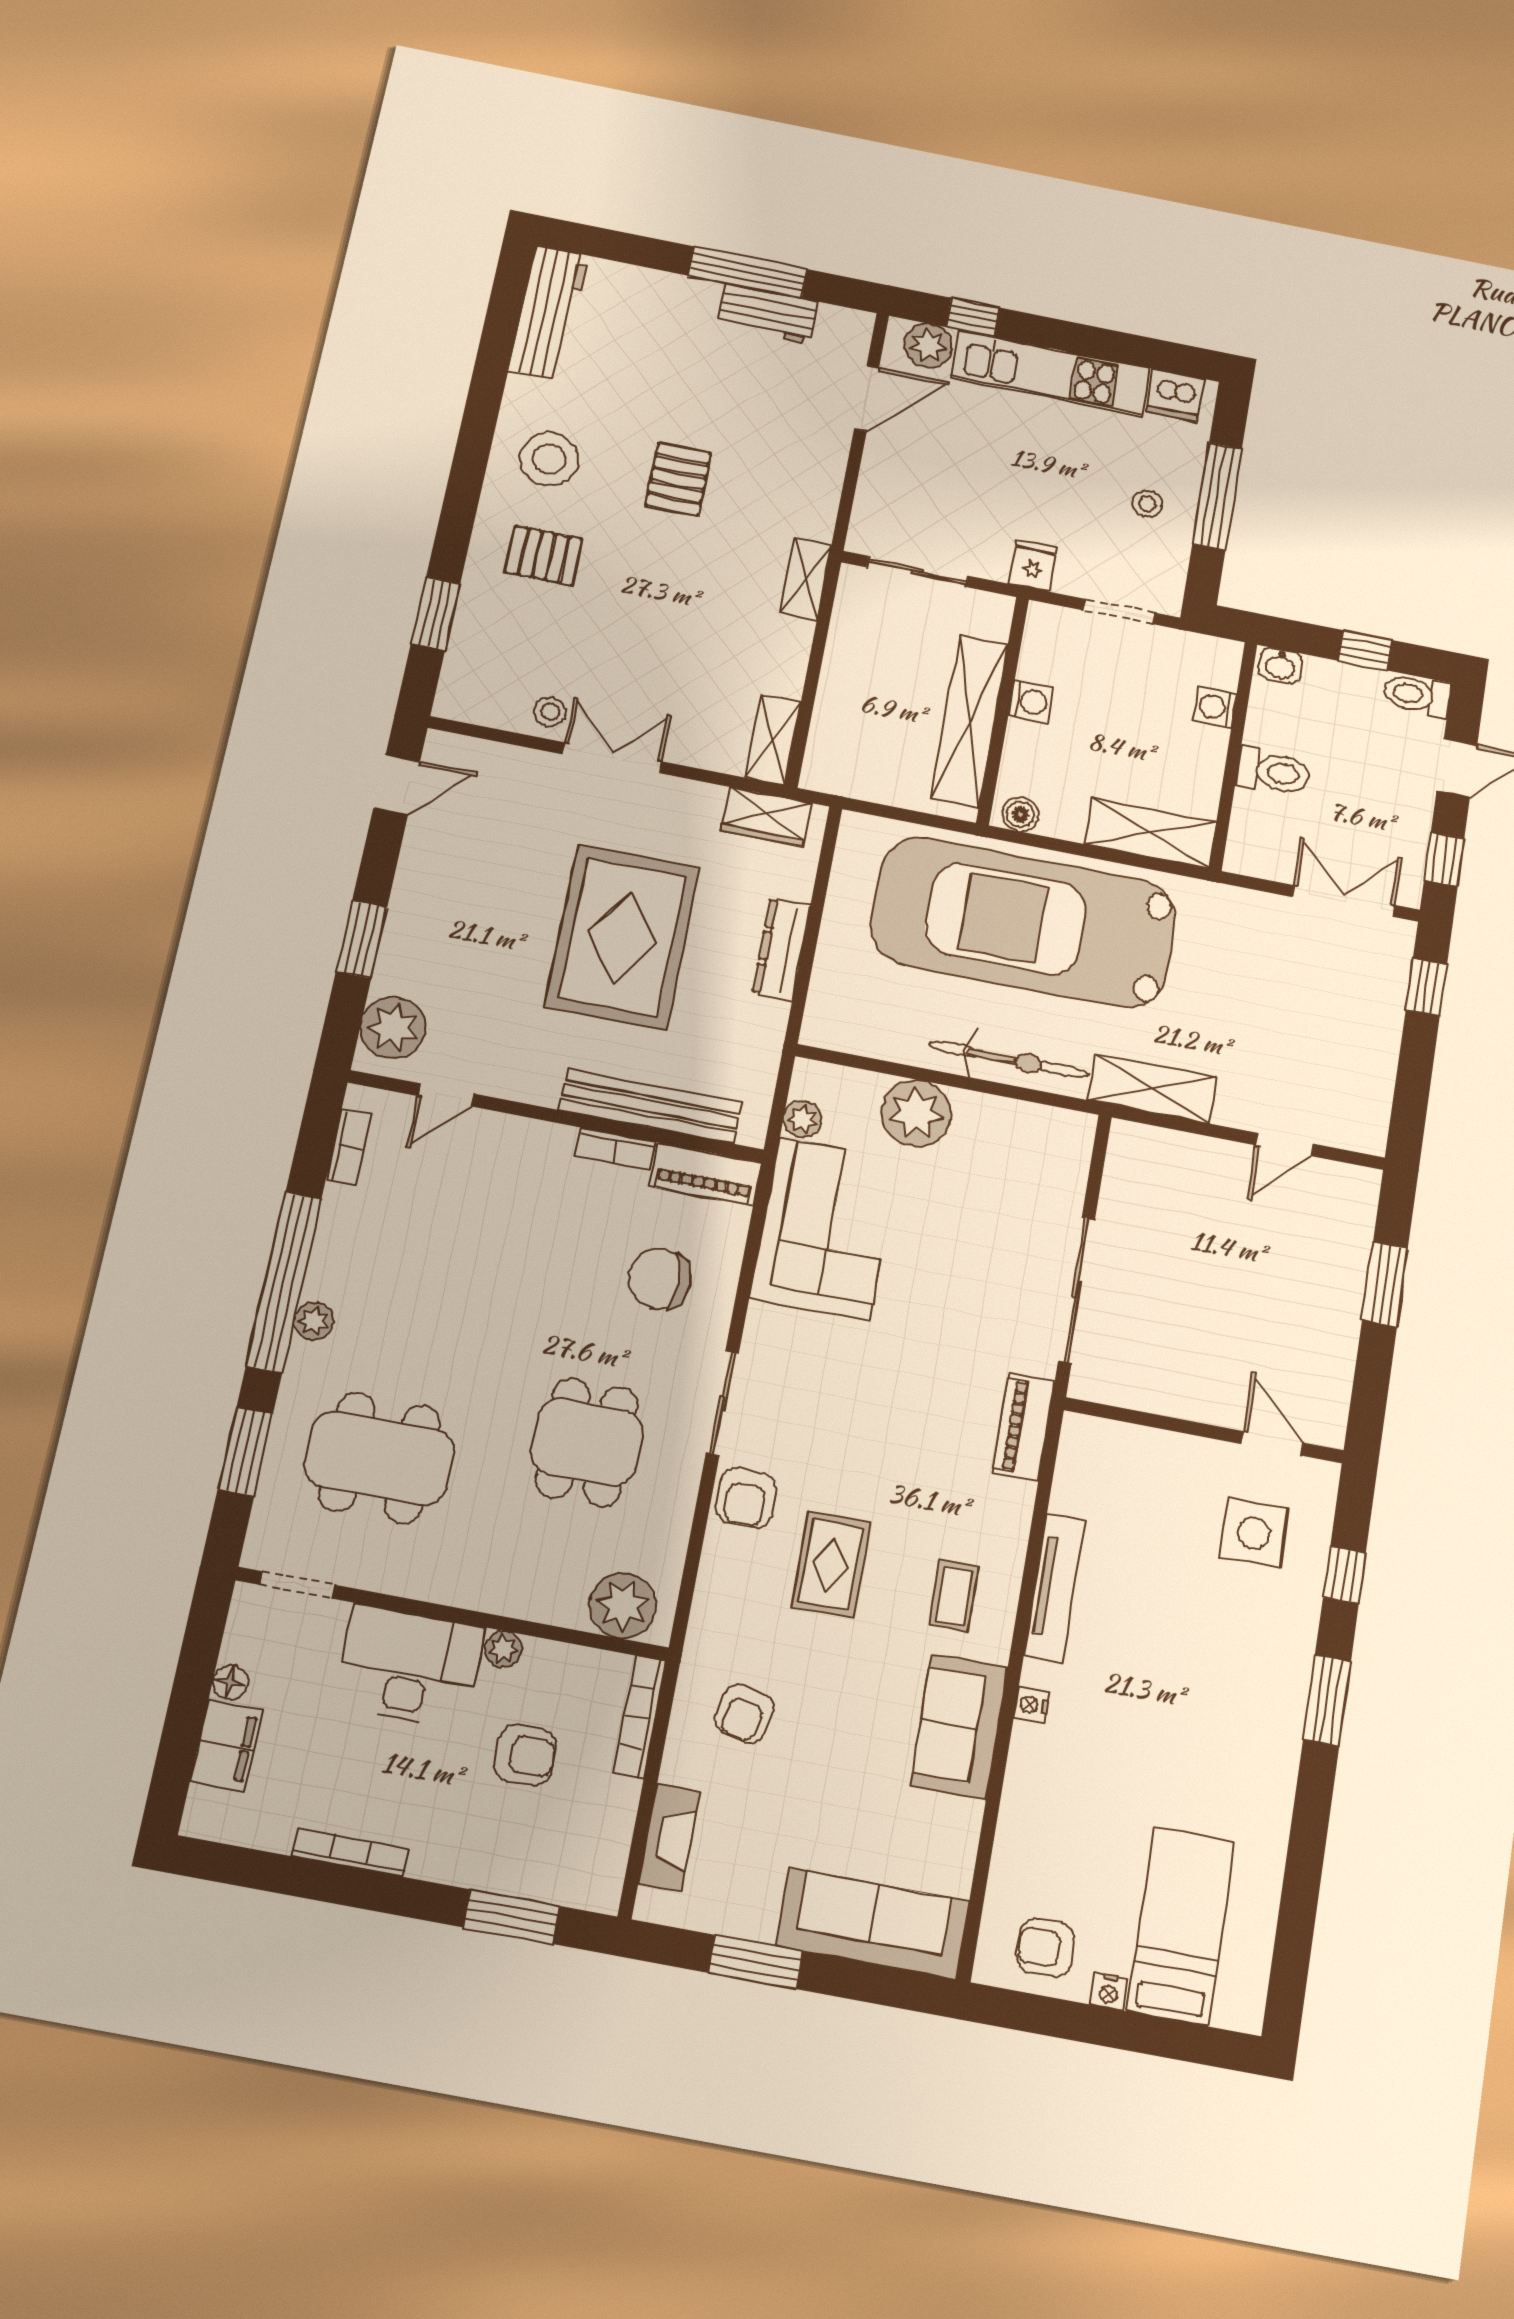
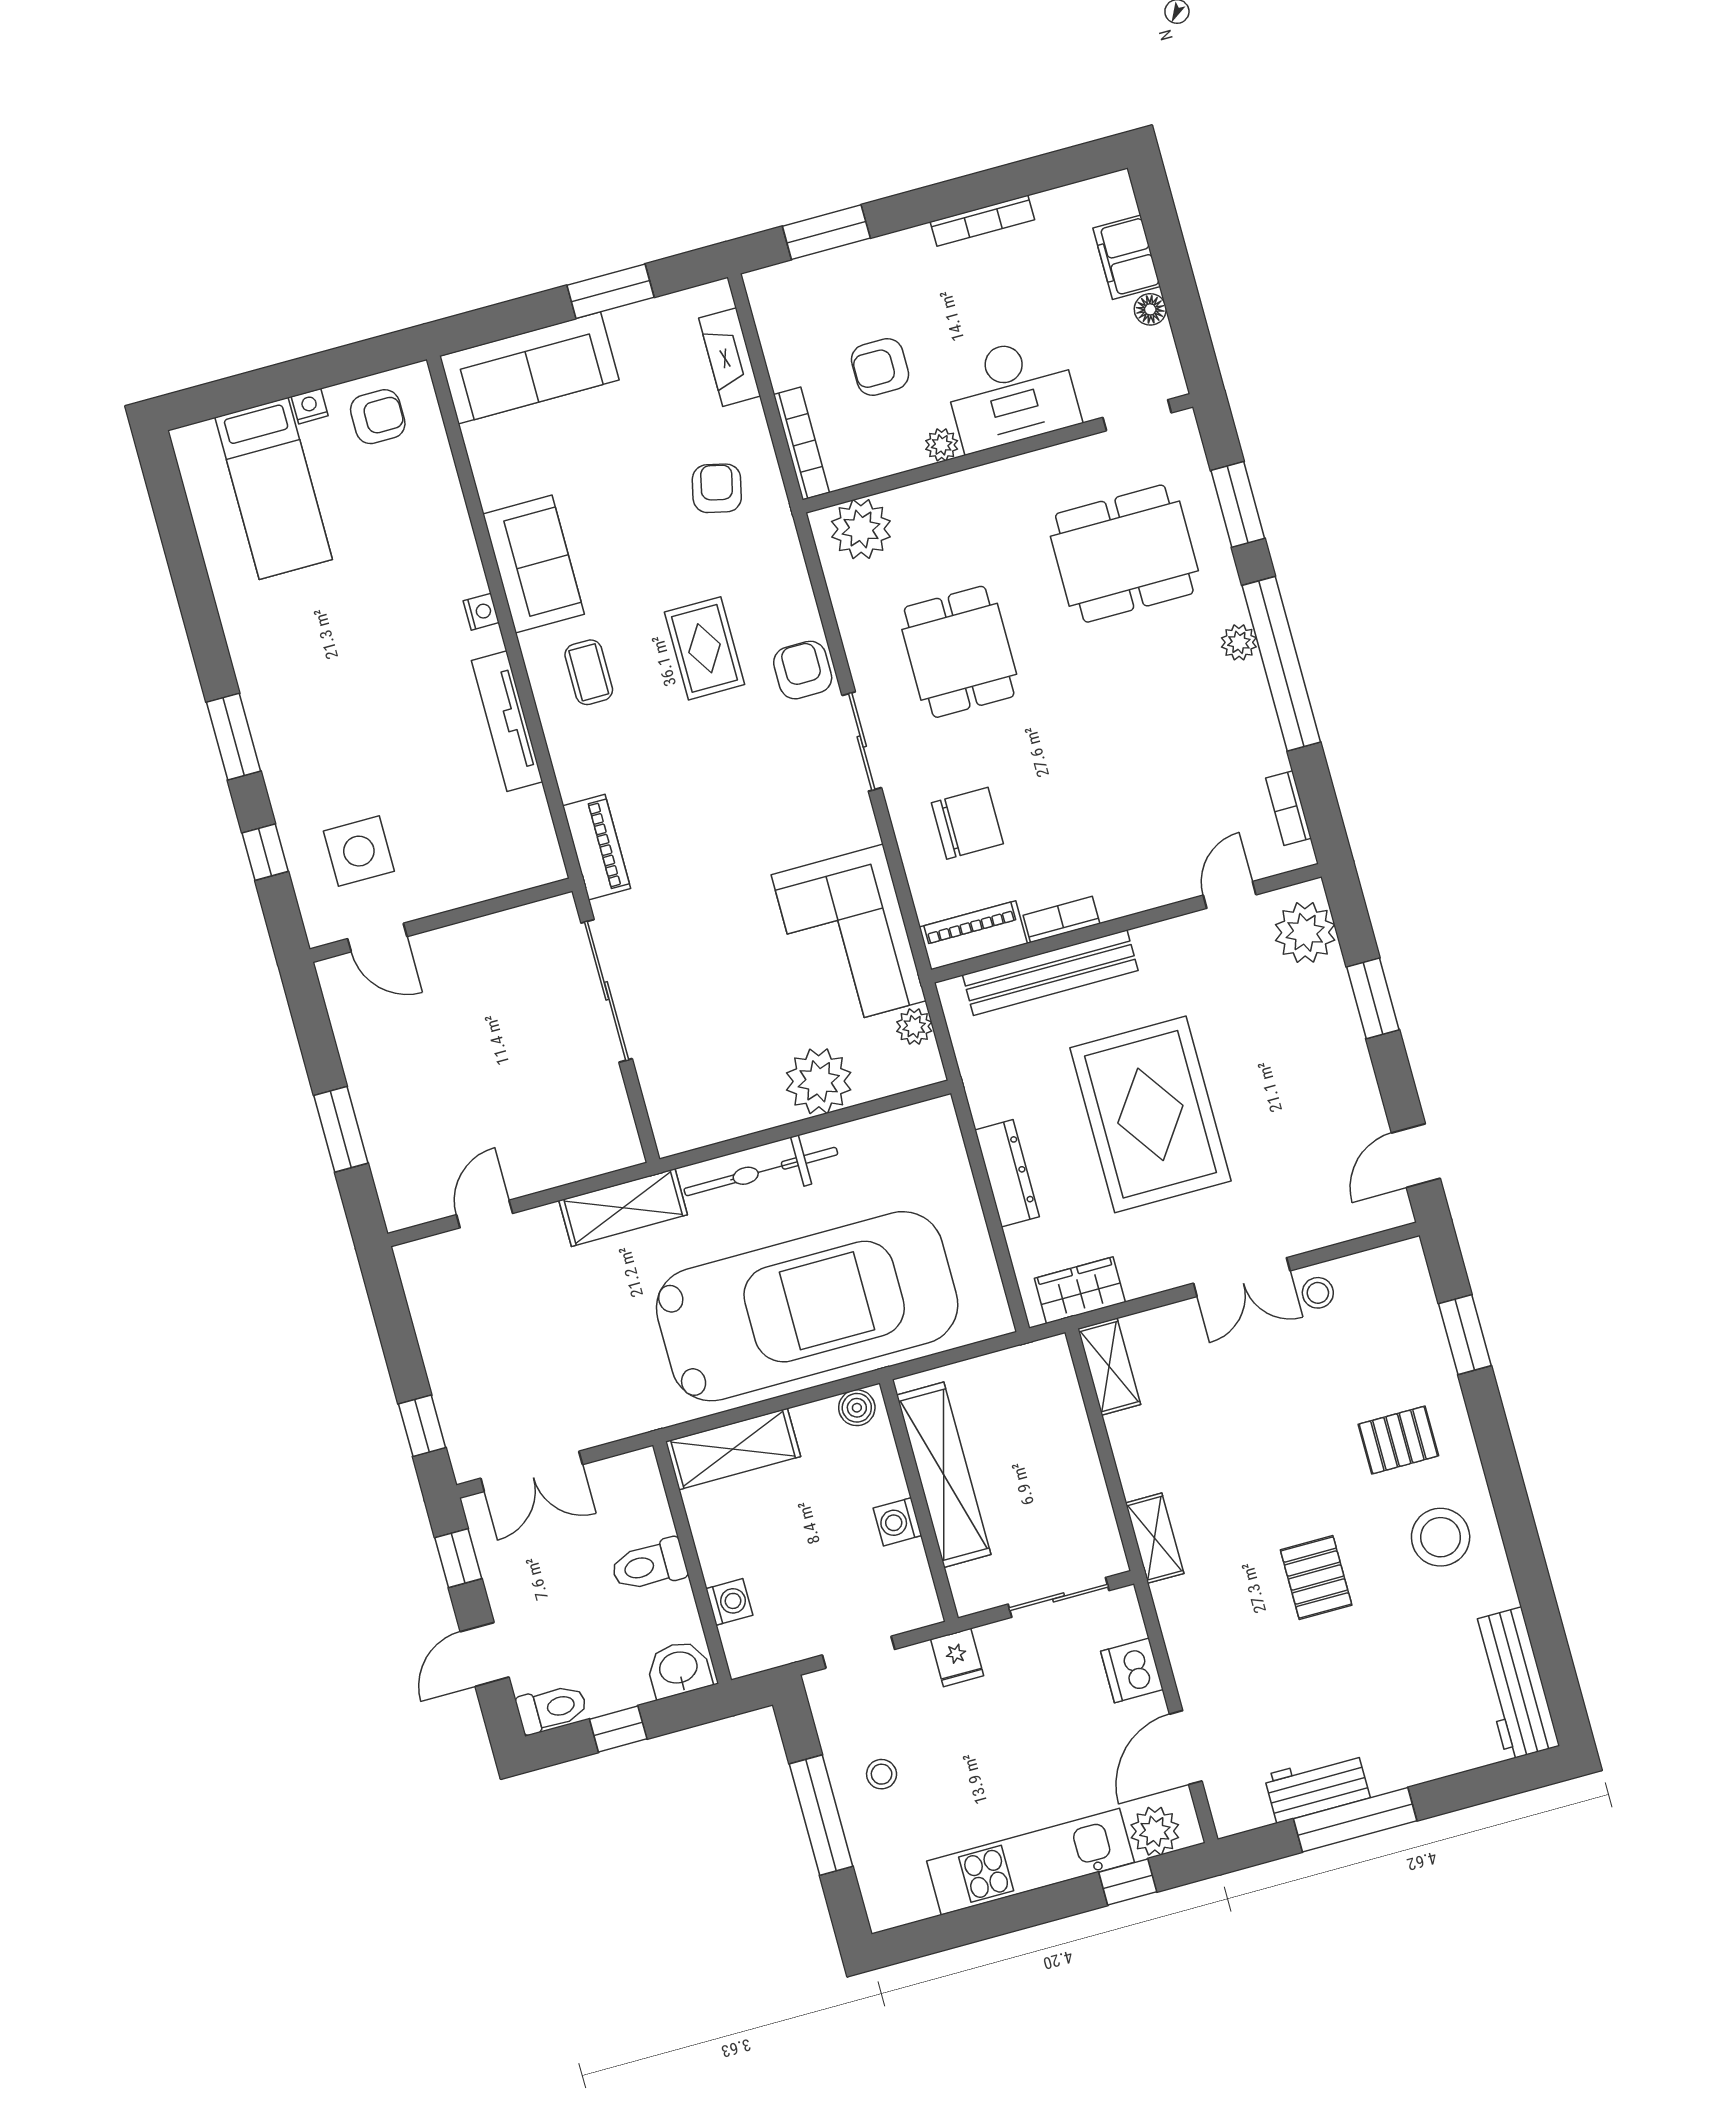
dishwasher: (1175, 395) -> (1132, 1670), moved, turned -90
washbasin: (1280, 665) -> (679, 1669), width x1.38, depth x1.45

